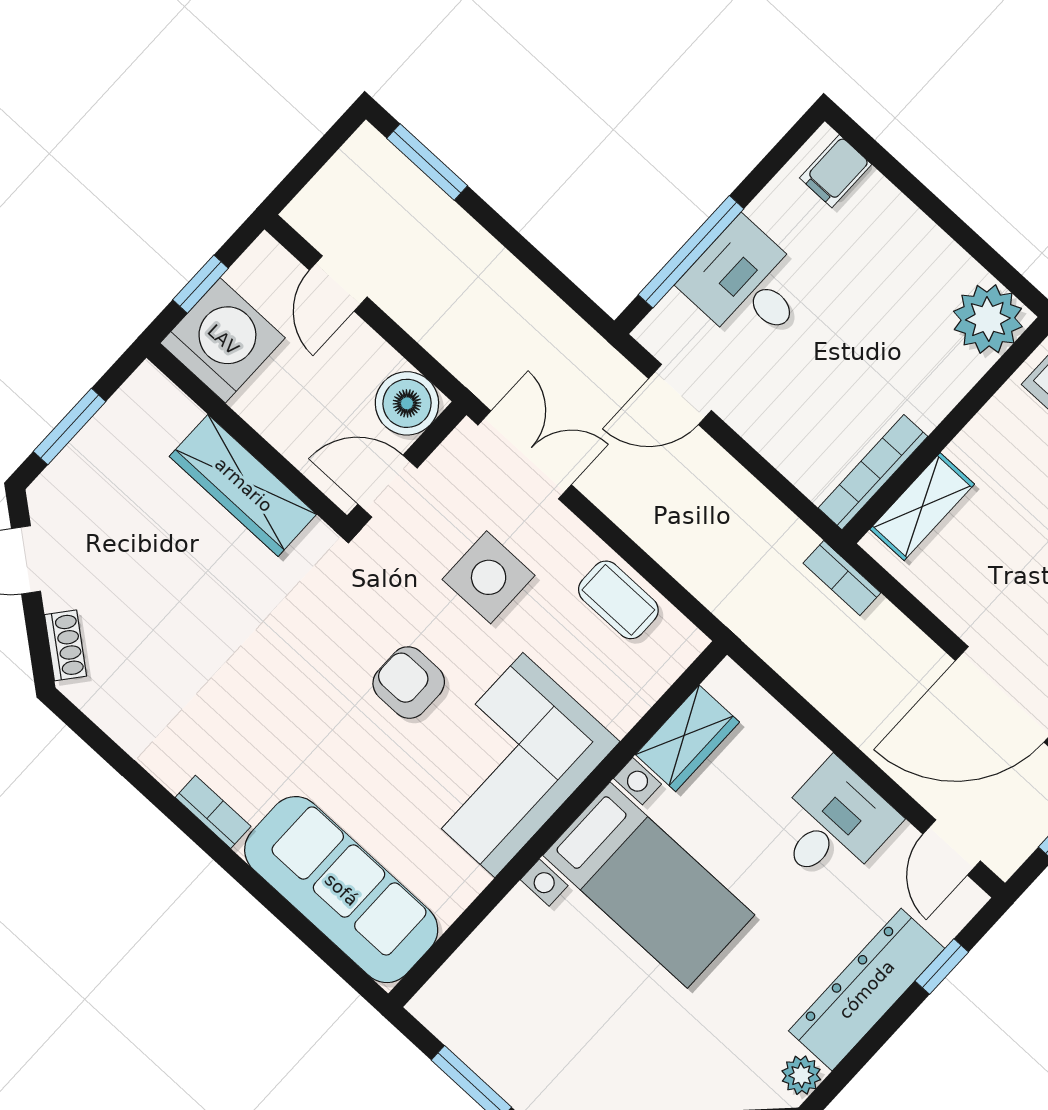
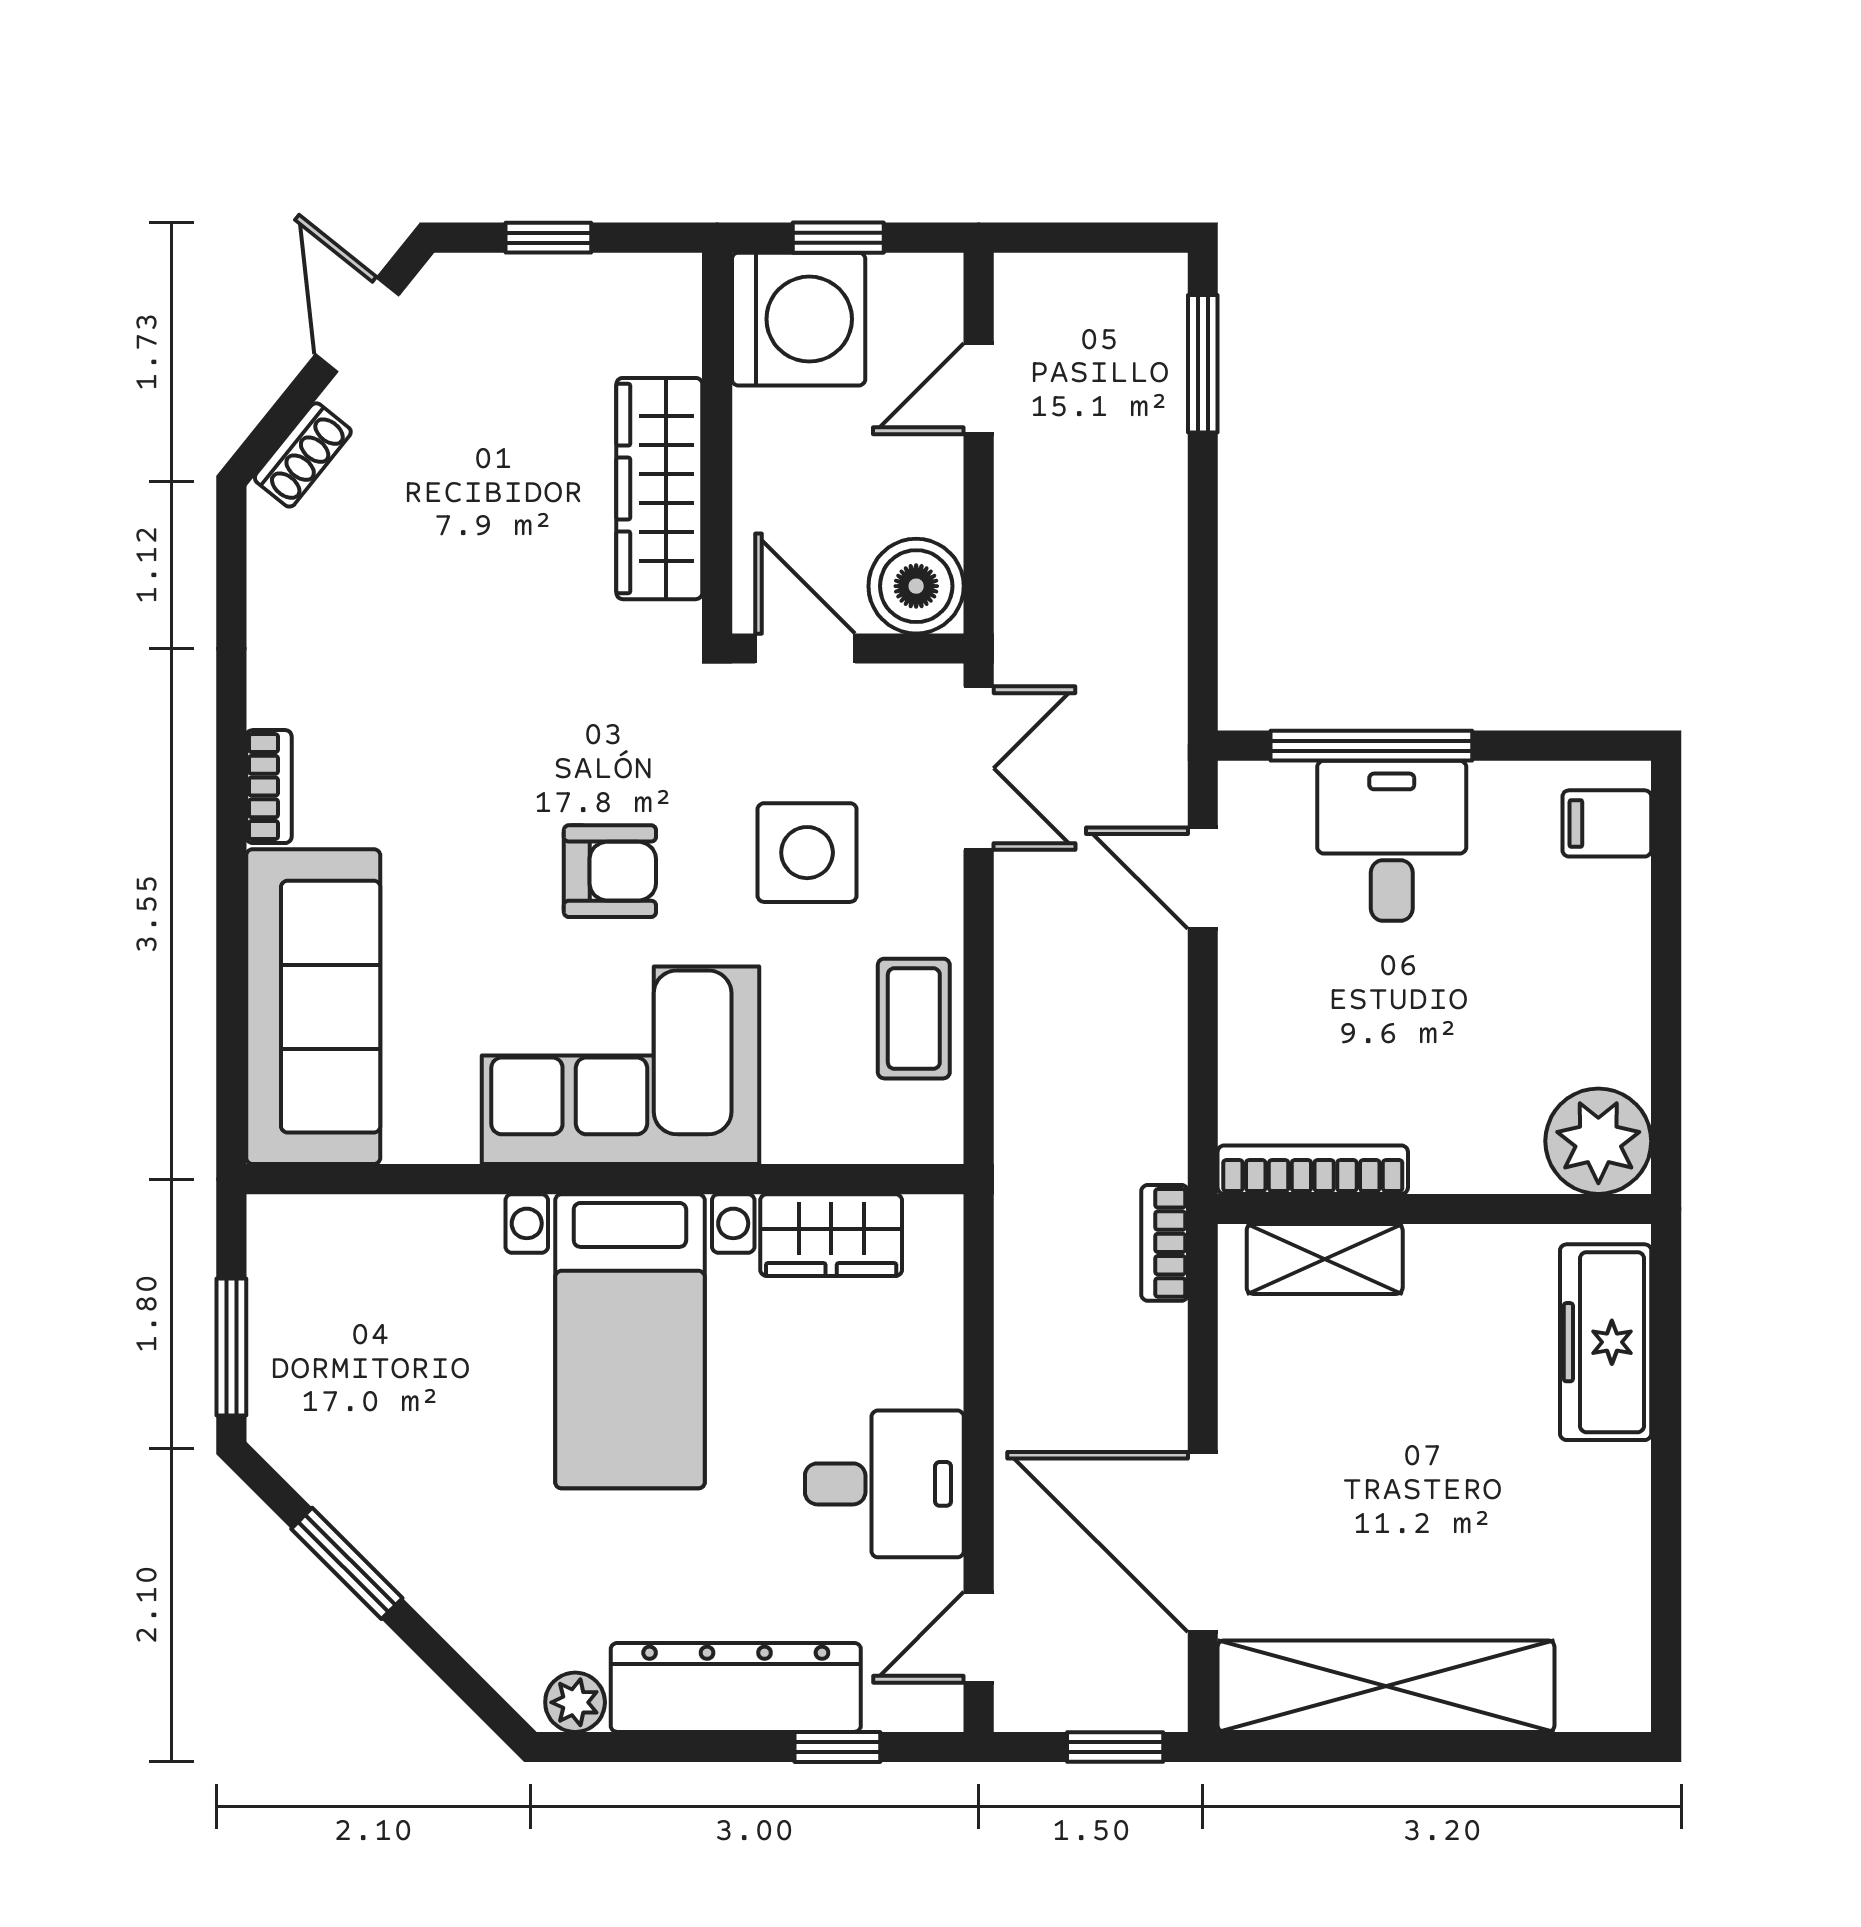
window: (70, 427) -> (548, 238), width x0.67
armchair: (409, 683) -> (610, 871), turned 90

